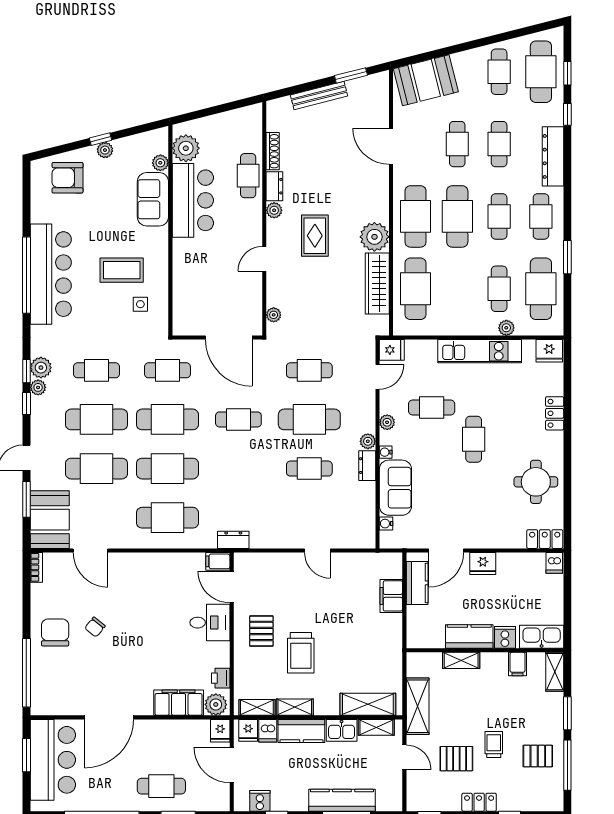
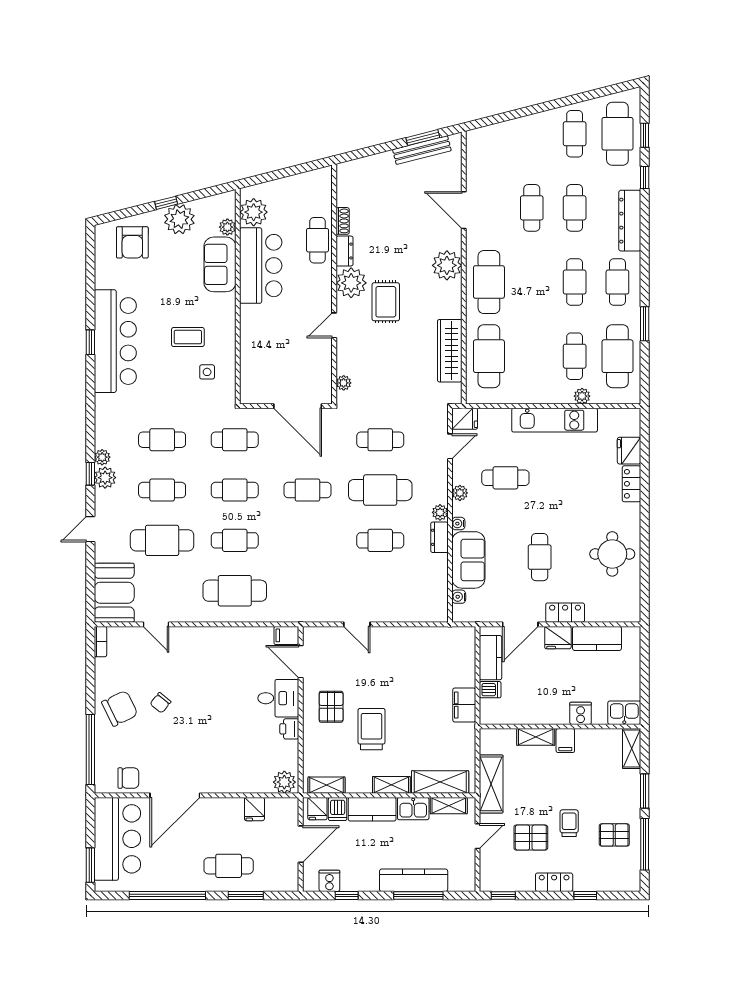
booth: (426, 80) -> (499, 143), removed
bench: (319, 96) -> (422, 150), moved
plant: (105, 150) -> (179, 219), width x1.87, depth x1.87
shoe rack: (273, 151) -> (343, 221), width x0.70
armchair: (67, 178) -> (132, 242), turned -90
plant: (274, 210) -> (351, 283), width x1.88, depth x1.88
cafe table: (457, 216) -> (532, 282), removed
plant: (374, 237) -> (447, 265), moved
coffee table: (122, 270) -> (188, 337), width x0.73, depth x0.77
window: (26, 275) -> (90, 342), width x0.32
fridge: (549, 351) -> (629, 451), moved, turned 90
plant: (41, 368) -> (105, 478), moved
window: (26, 371) -> (90, 440), removed
cafe table: (97, 419) -> (162, 490), width x0.73, depth x0.74
cafe table: (167, 419) -> (235, 490), width x0.73, depth x0.74
cafe table: (474, 439) -> (540, 557), moved
cafe table: (167, 469) -> (235, 540), width x0.73, depth x0.74
window: (26, 499) -> (90, 572), removed
locker: (545, 539) -> (565, 613), moved
dresser: (233, 540) -> (302, 613), removed
door: (91, 550) -> (156, 624), width x0.73
door: (317, 550) -> (357, 624), moved
dishwasher: (554, 563) -> (490, 690), moved, turned -90
filing cabinet: (391, 596) -> (464, 705), moved
chair: (55, 632) -> (120, 708), turned 64
kitchen counter: (469, 636) -> (597, 638), moved, turned 180
kitchen sink: (542, 637) -> (624, 713), width x0.73
trolley: (301, 653) -> (371, 729), turned 180
filing cabinet: (518, 664) -> (565, 741), moved
printer: (221, 678) -> (289, 729), moved
chair: (64, 701) -> (128, 778), added
filing cabinet: (179, 703) -> (246, 780), removed
shelving: (295, 707) -> (391, 785), moved
fridge: (220, 731) -> (254, 809), moved
window: (26, 755) -> (90, 865), moved
door: (404, 757) -> (478, 836), hinge flipped
door: (232, 765) -> (301, 844), swing flipped

